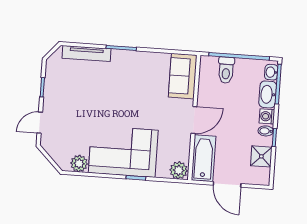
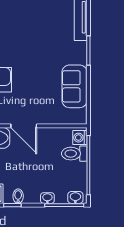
sofa: (183, 76) -> (75, 86), moved, turned -90
washbasin: (268, 94) -> (47, 198), width x0.52, depth x0.69
washing machine: (267, 116) -> (80, 138), moved, turned -90

